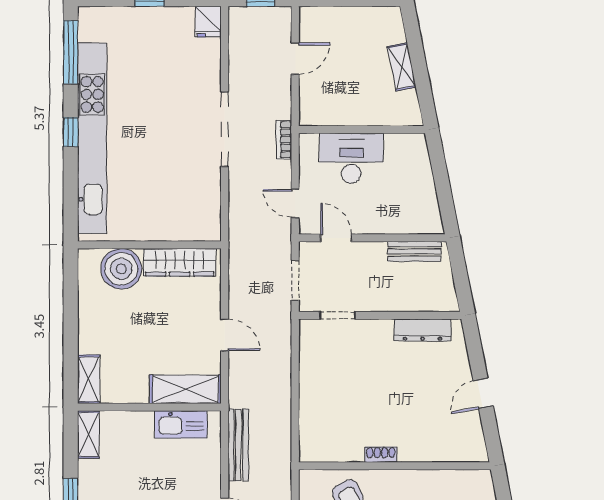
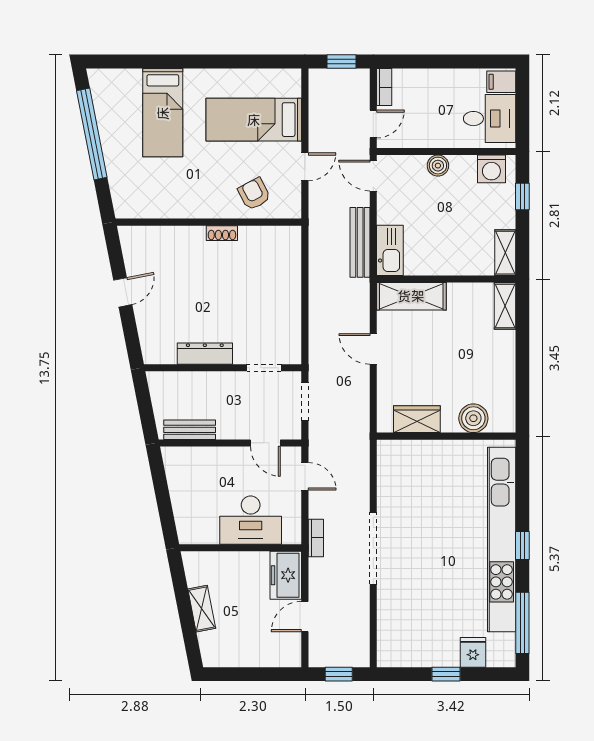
fridge: (208, 22) -> (473, 652), moved
freezer: (315, 101) -> (286, 575), added
wardrobe: (180, 262) -> (417, 419), width x0.67
boiler: (121, 269) -> (473, 418), width x0.73, depth x0.73
dresser: (422, 330) -> (205, 354), moved
kitchen sink: (181, 424) -> (390, 250), moved, turned 90

